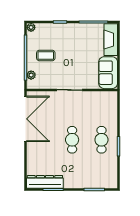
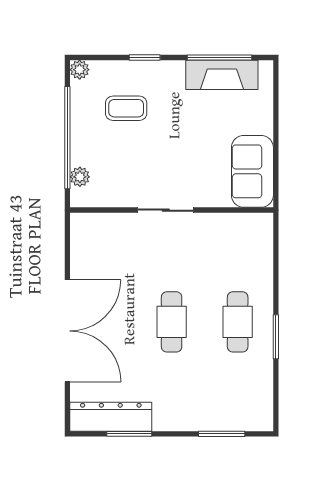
fireplace: (111, 40) -> (222, 75), moved, turned -90
coffee table: (46, 55) -> (126, 108), moved
double door: (26, 119) -> (67, 331), moved

